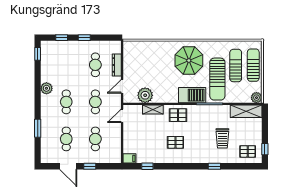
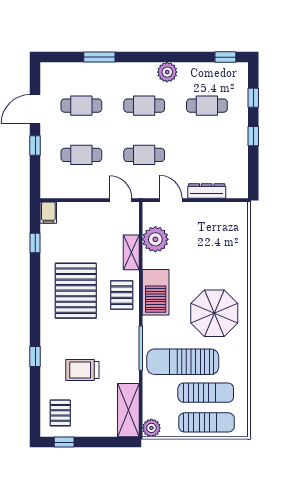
cafe table: (95, 65) -> (207, 106), moved
barbecue: (192, 95) -> (156, 292), moved
pallet: (175, 142) -> (76, 291), width x2.05, depth x2.00

